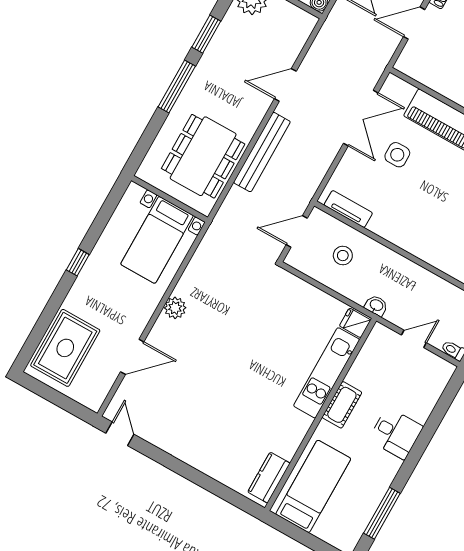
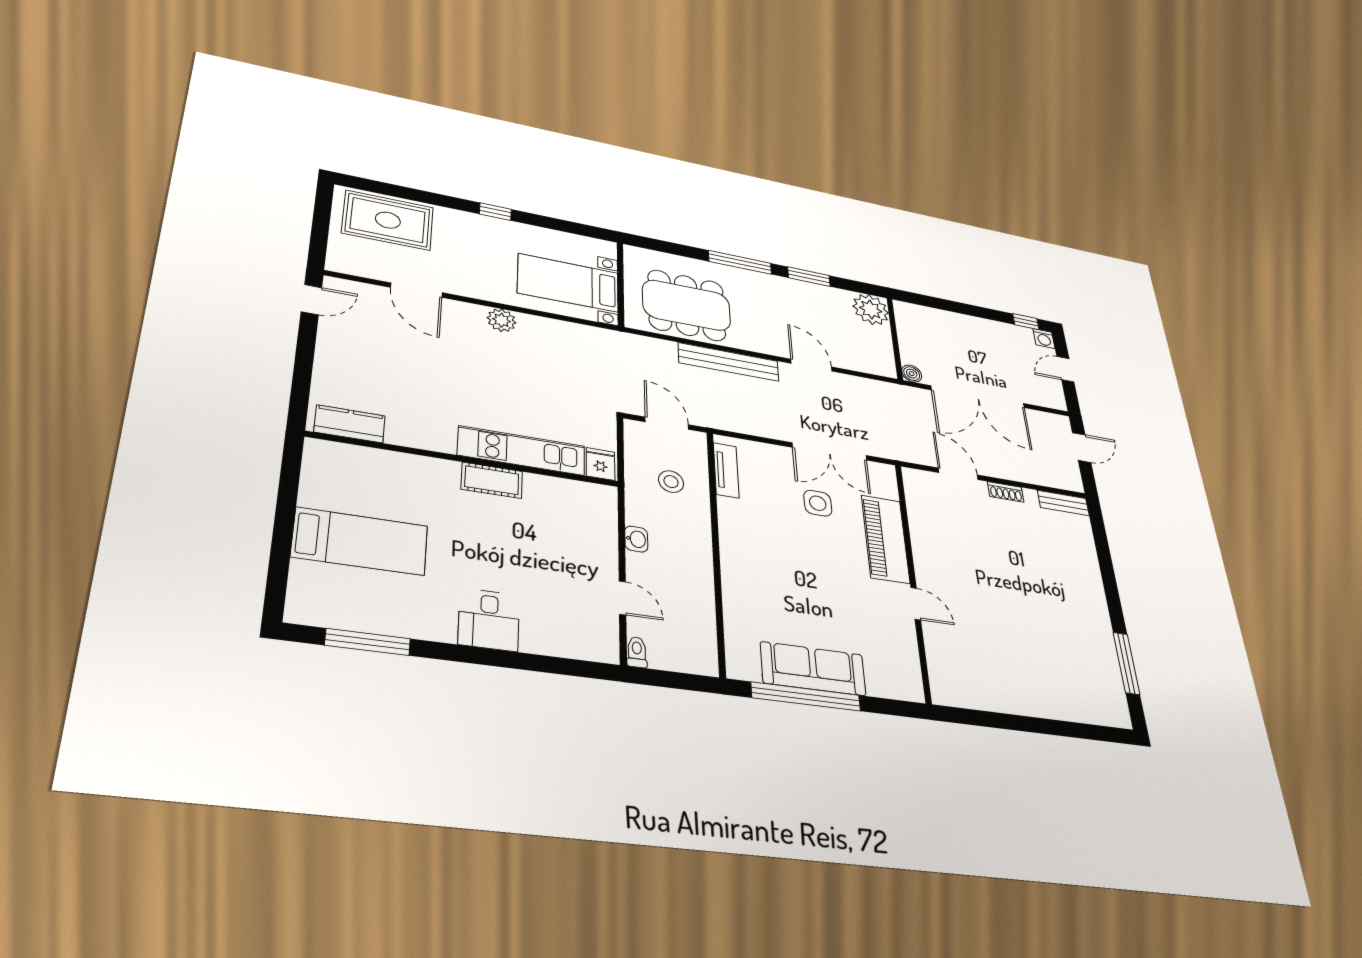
fridge: (355, 323) -> (601, 464), moved
kitchen unit: (327, 373) -> (522, 451), moved
cot: (342, 405) -> (492, 480), moved
wall: (321, 414) -> (466, 459), moved
kitchen counter: (269, 478) -> (350, 424), moved

